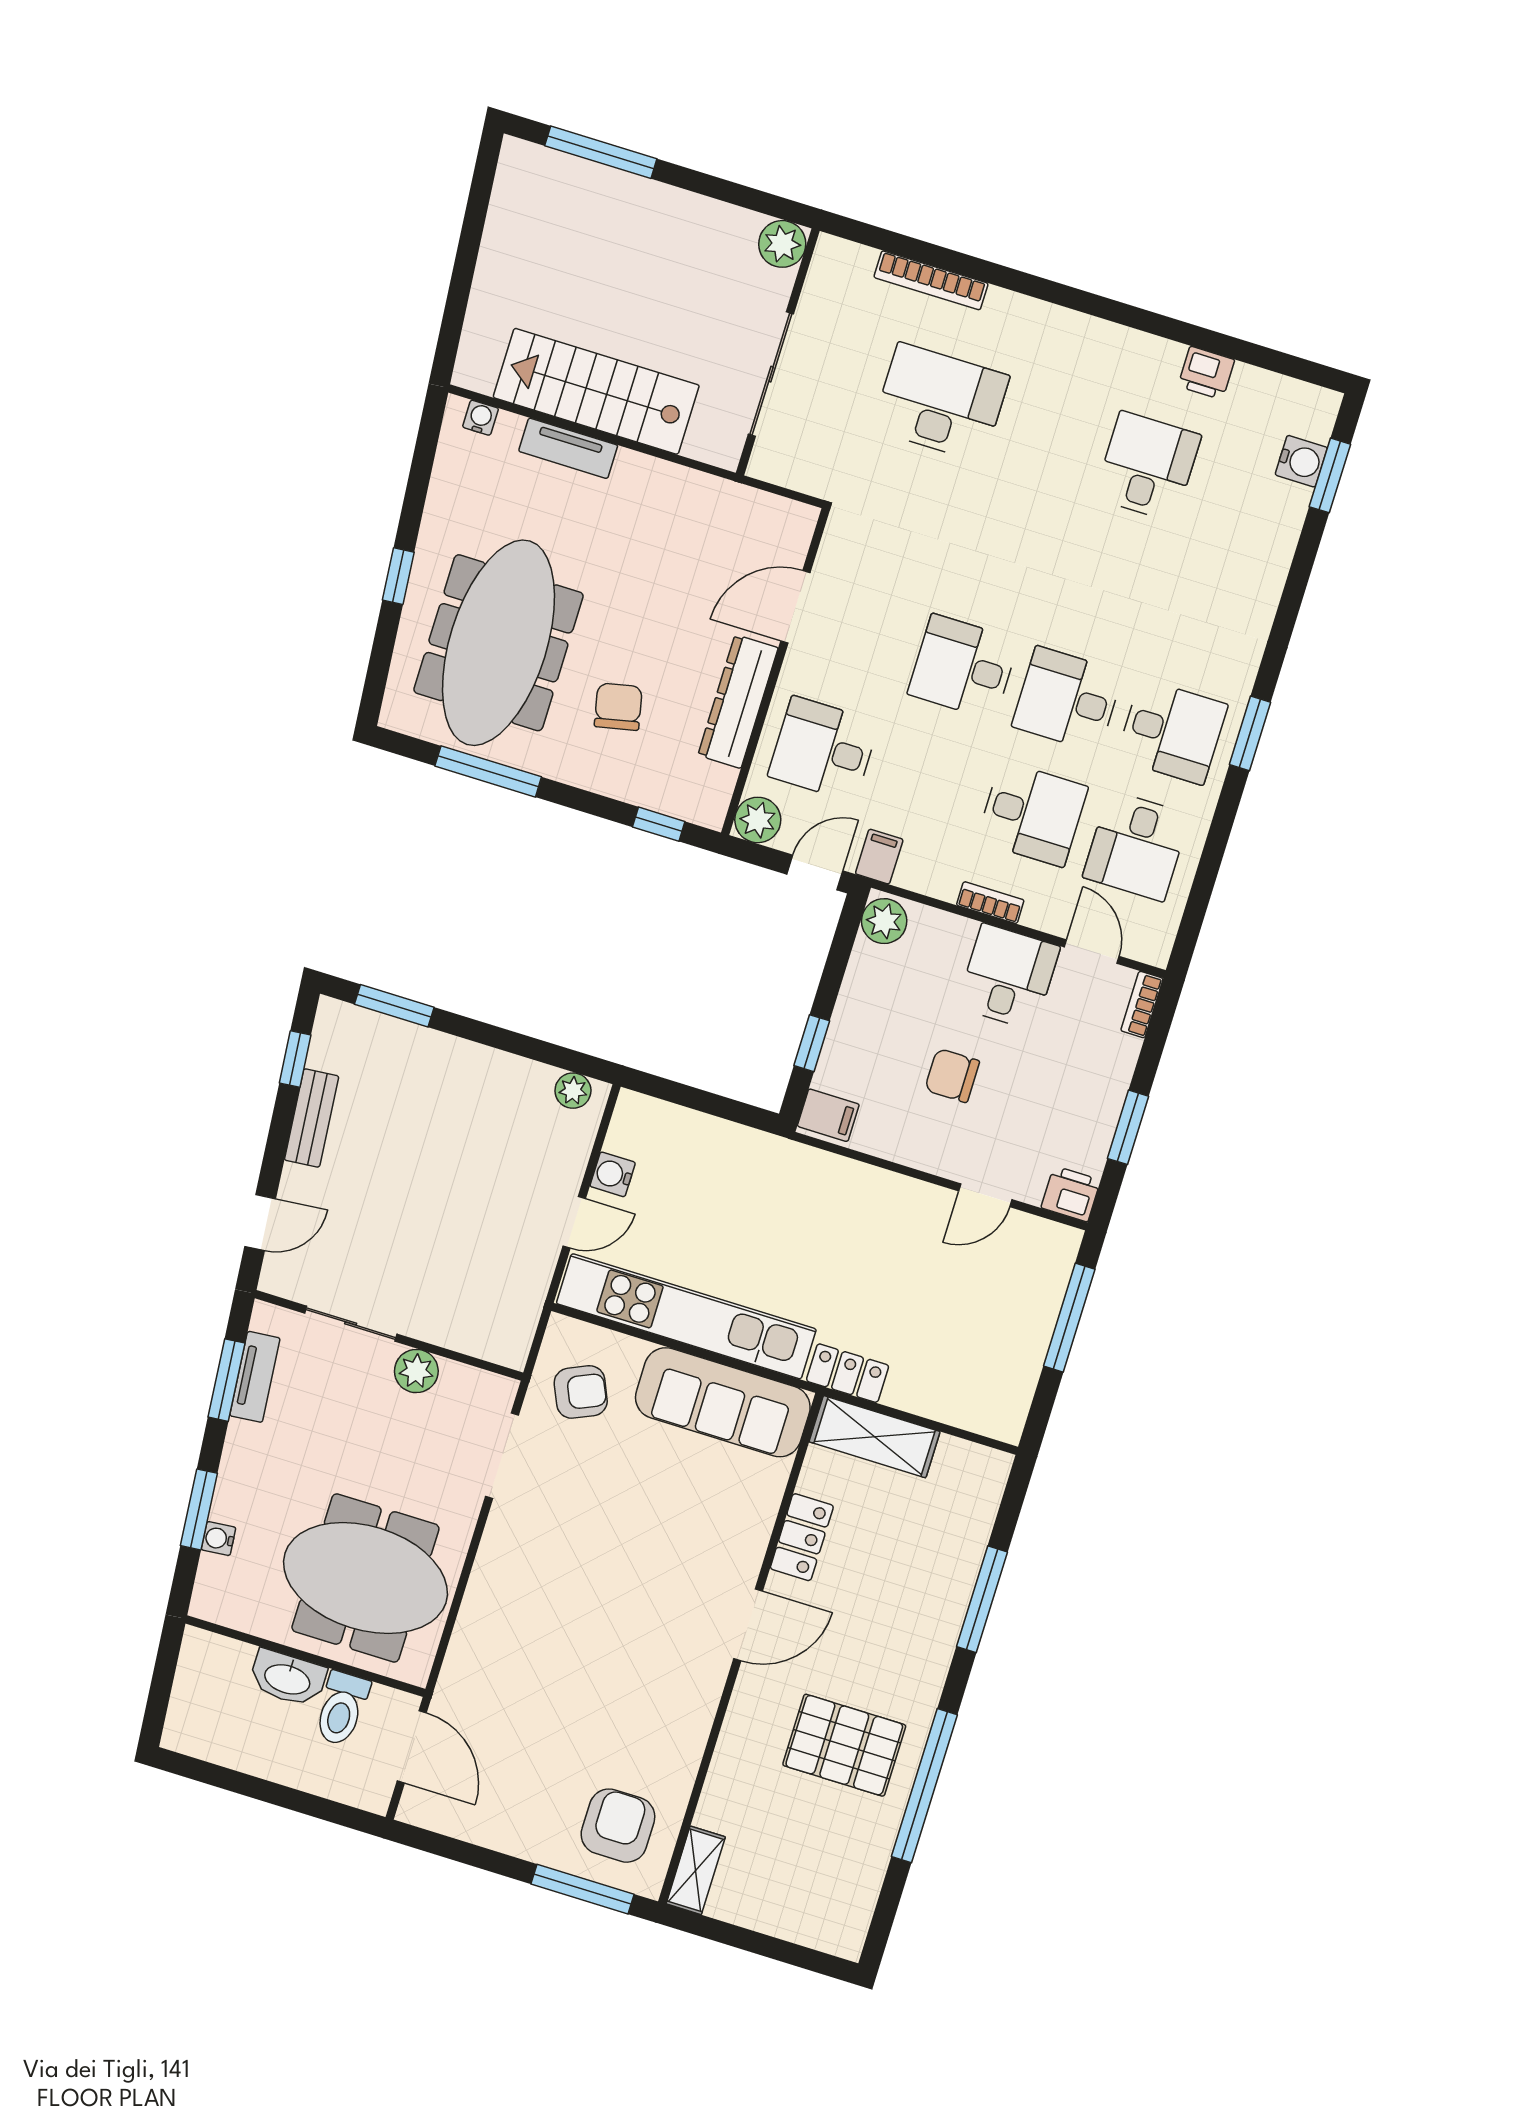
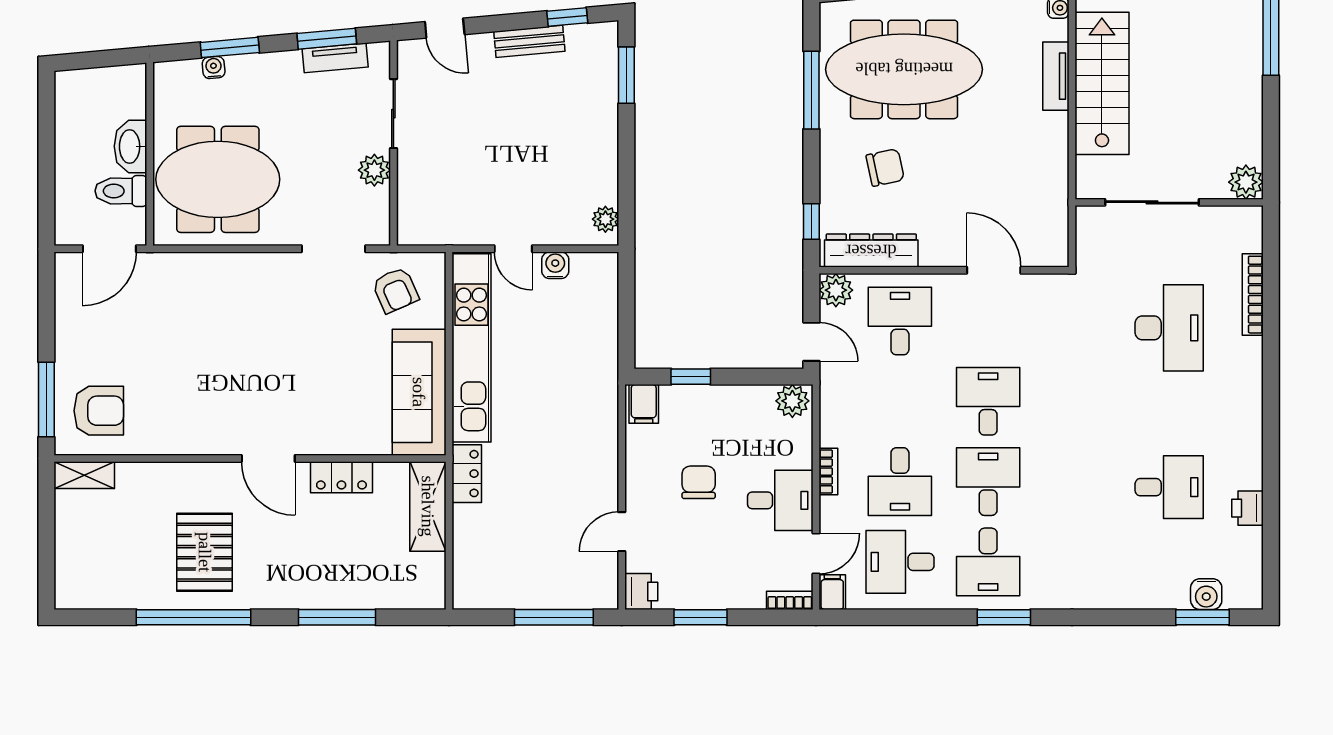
dresser: (738, 701) -> (871, 251), moved
filing cabinet: (879, 857) -> (832, 592), moved, turned -90
door: (985, 1195) -> (622, 532), hinge flipped
meeting table: (365, 1578) -> (218, 179), turned 90

